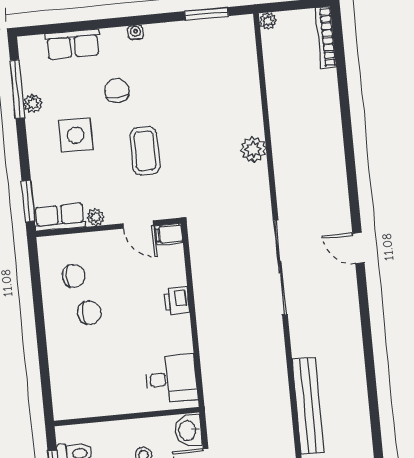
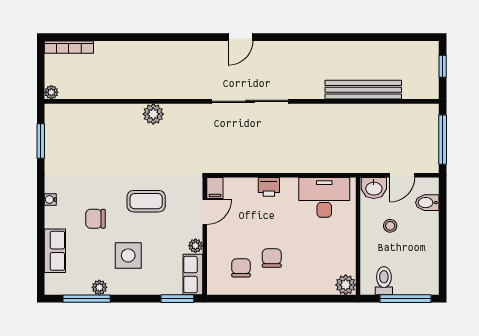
desk: (171, 379) -> (324, 197), width x1.37
plant: (65, 407) -> (346, 285), added

